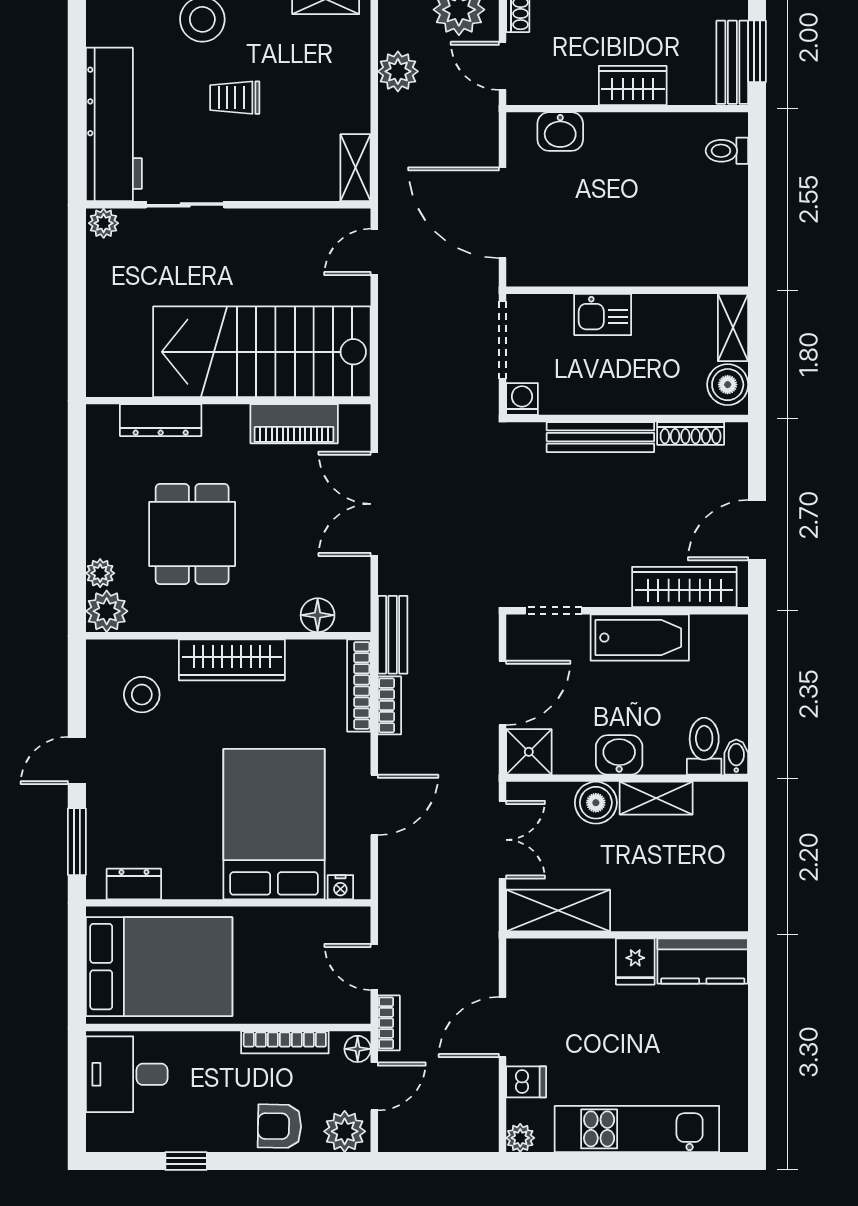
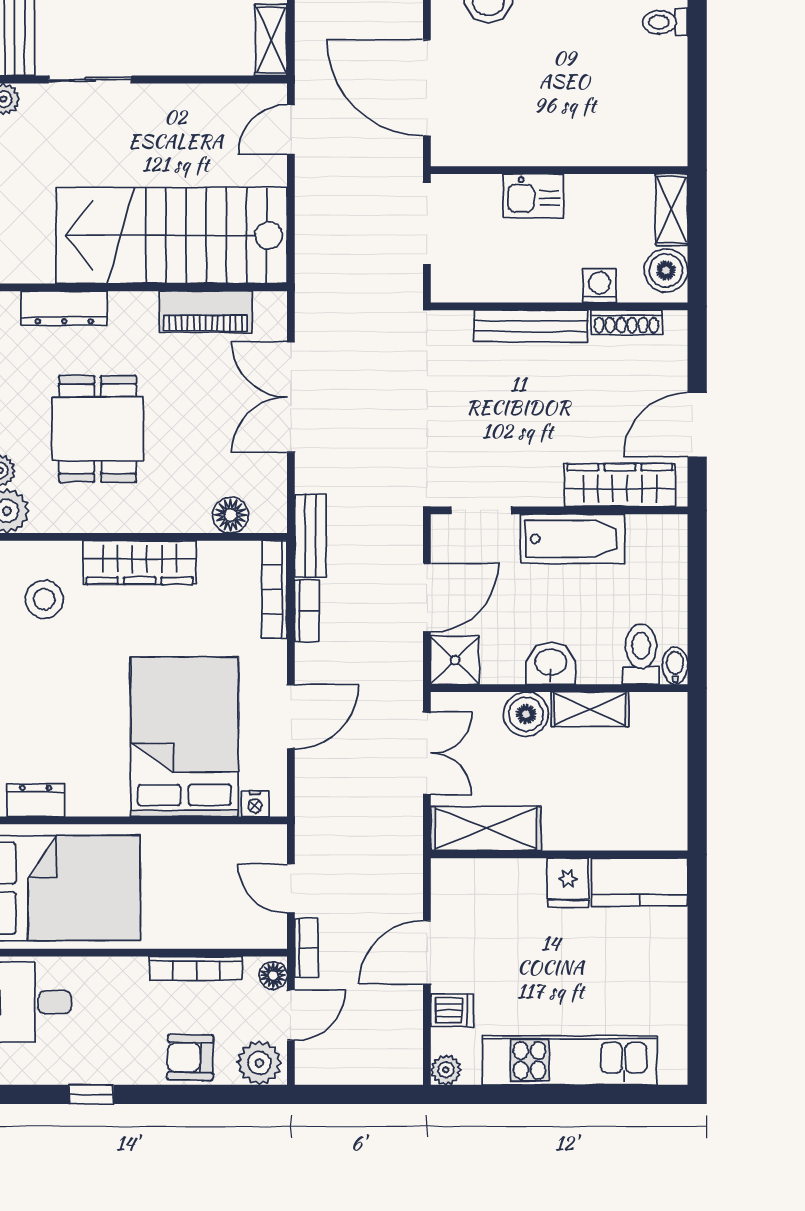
washing machine: (522, 399) -> (599, 286), moved

